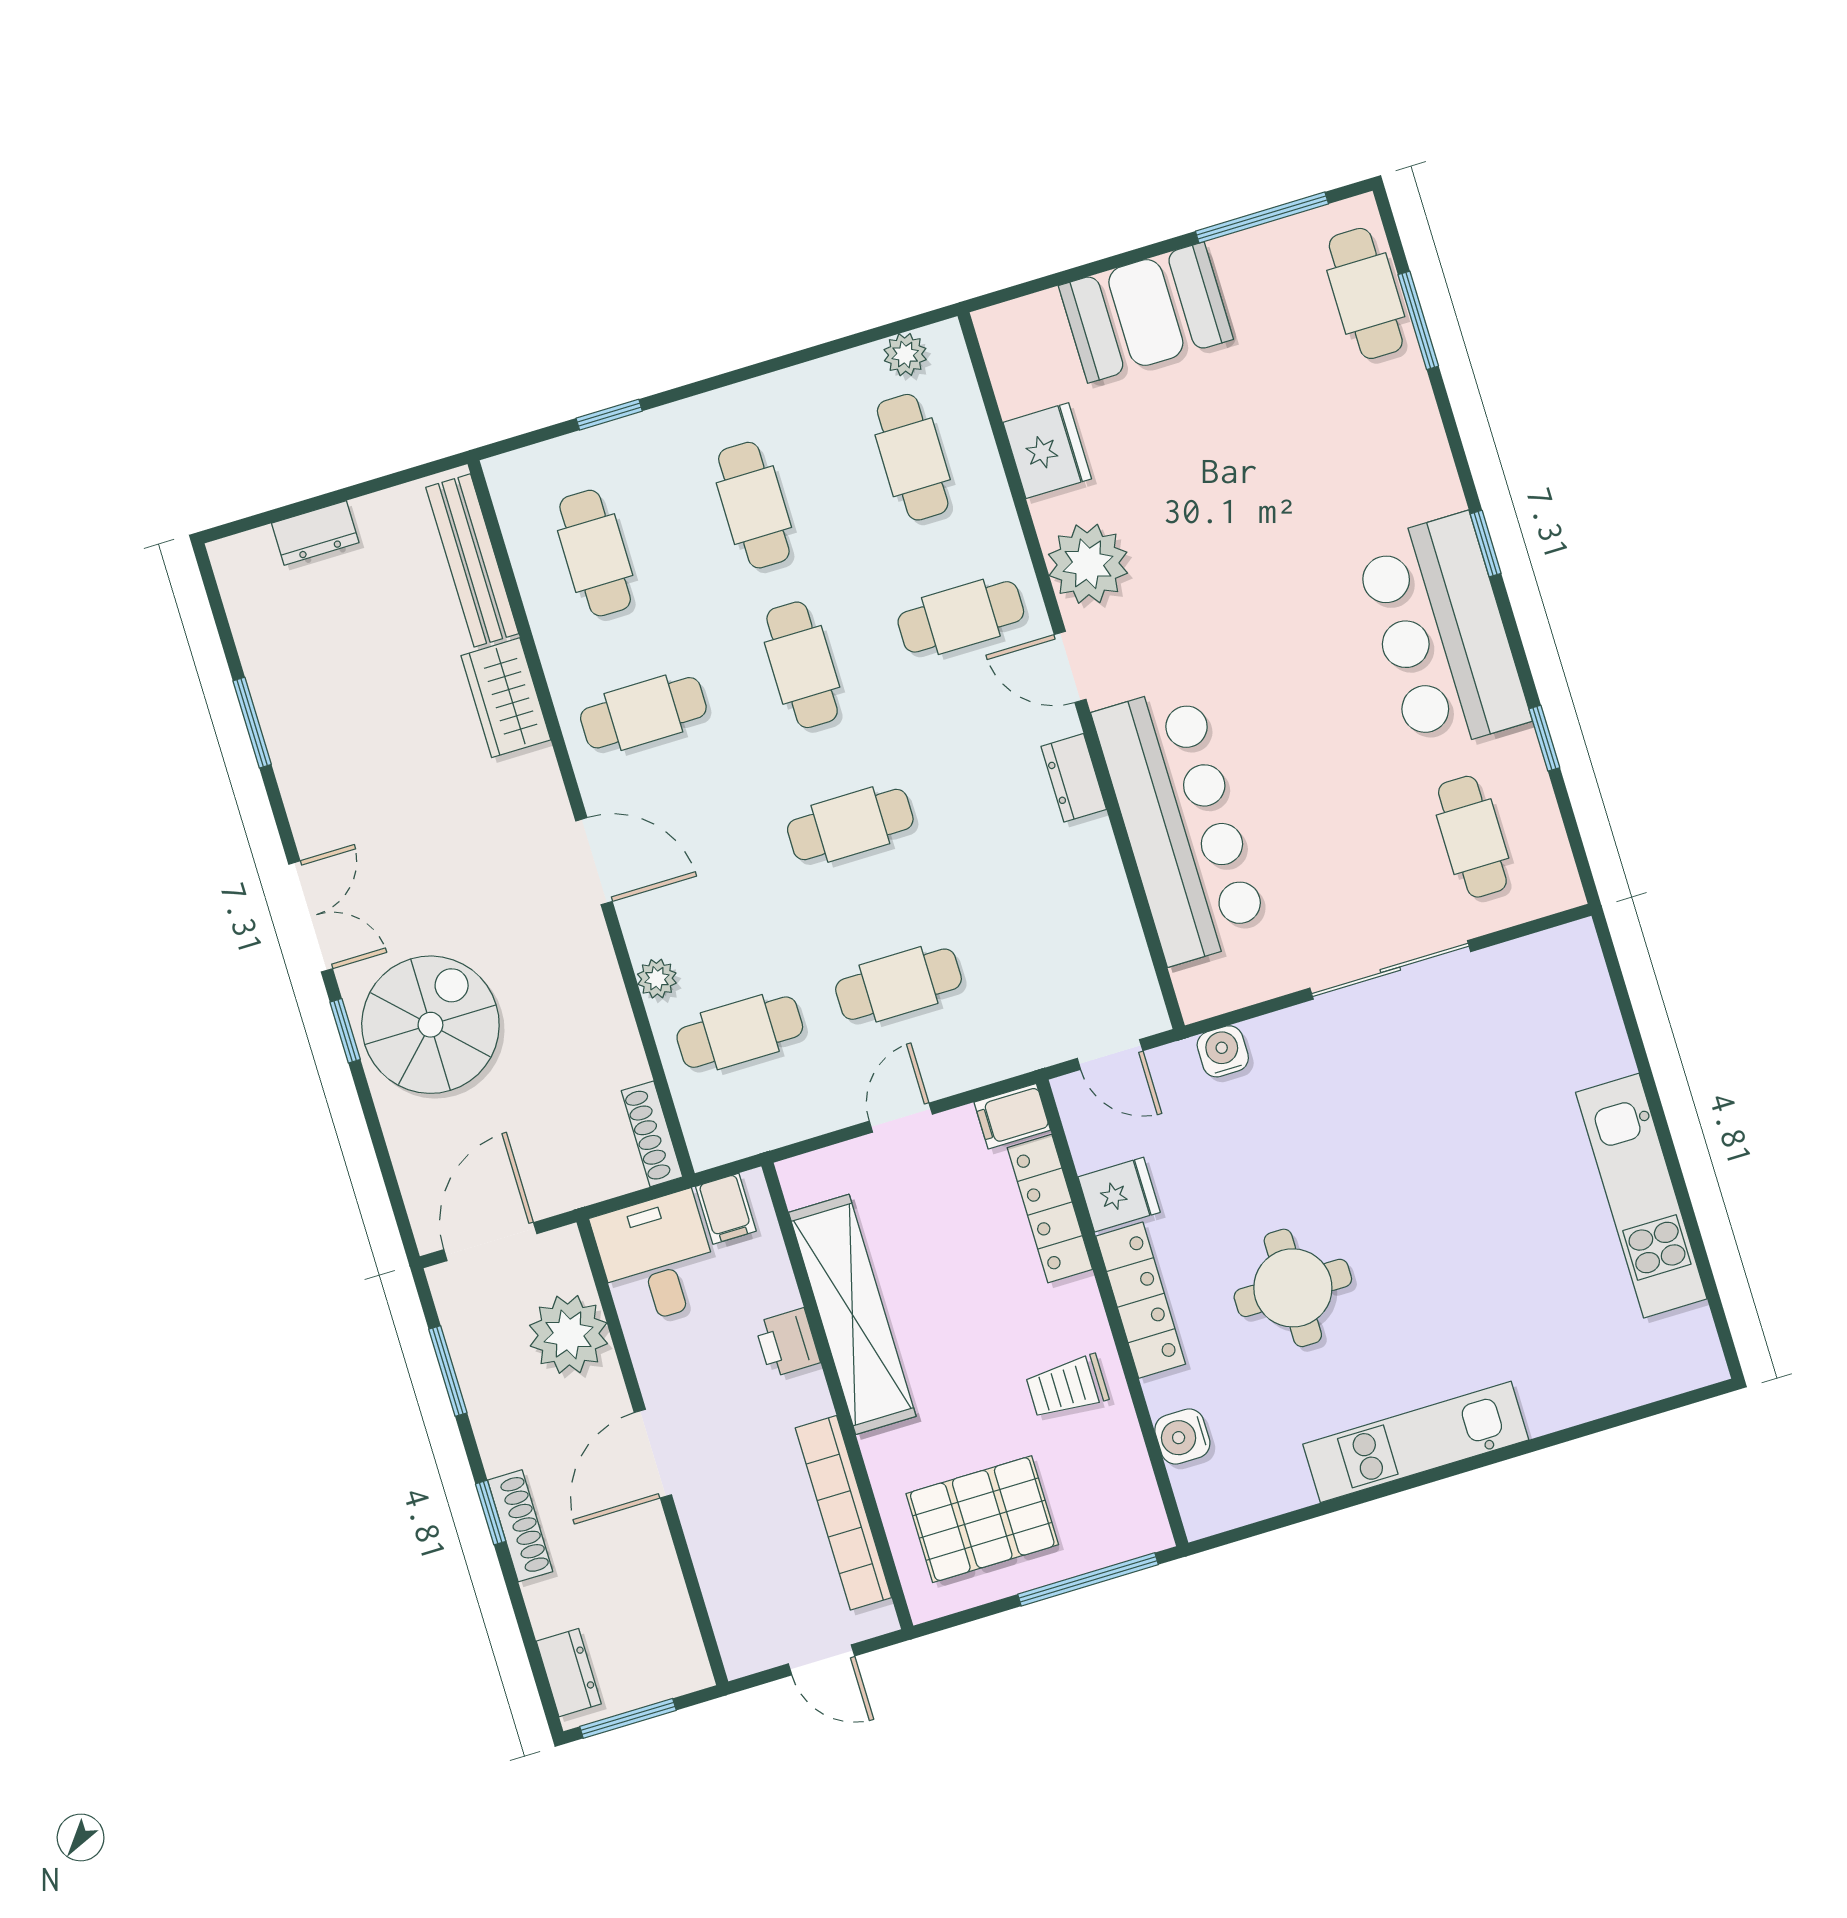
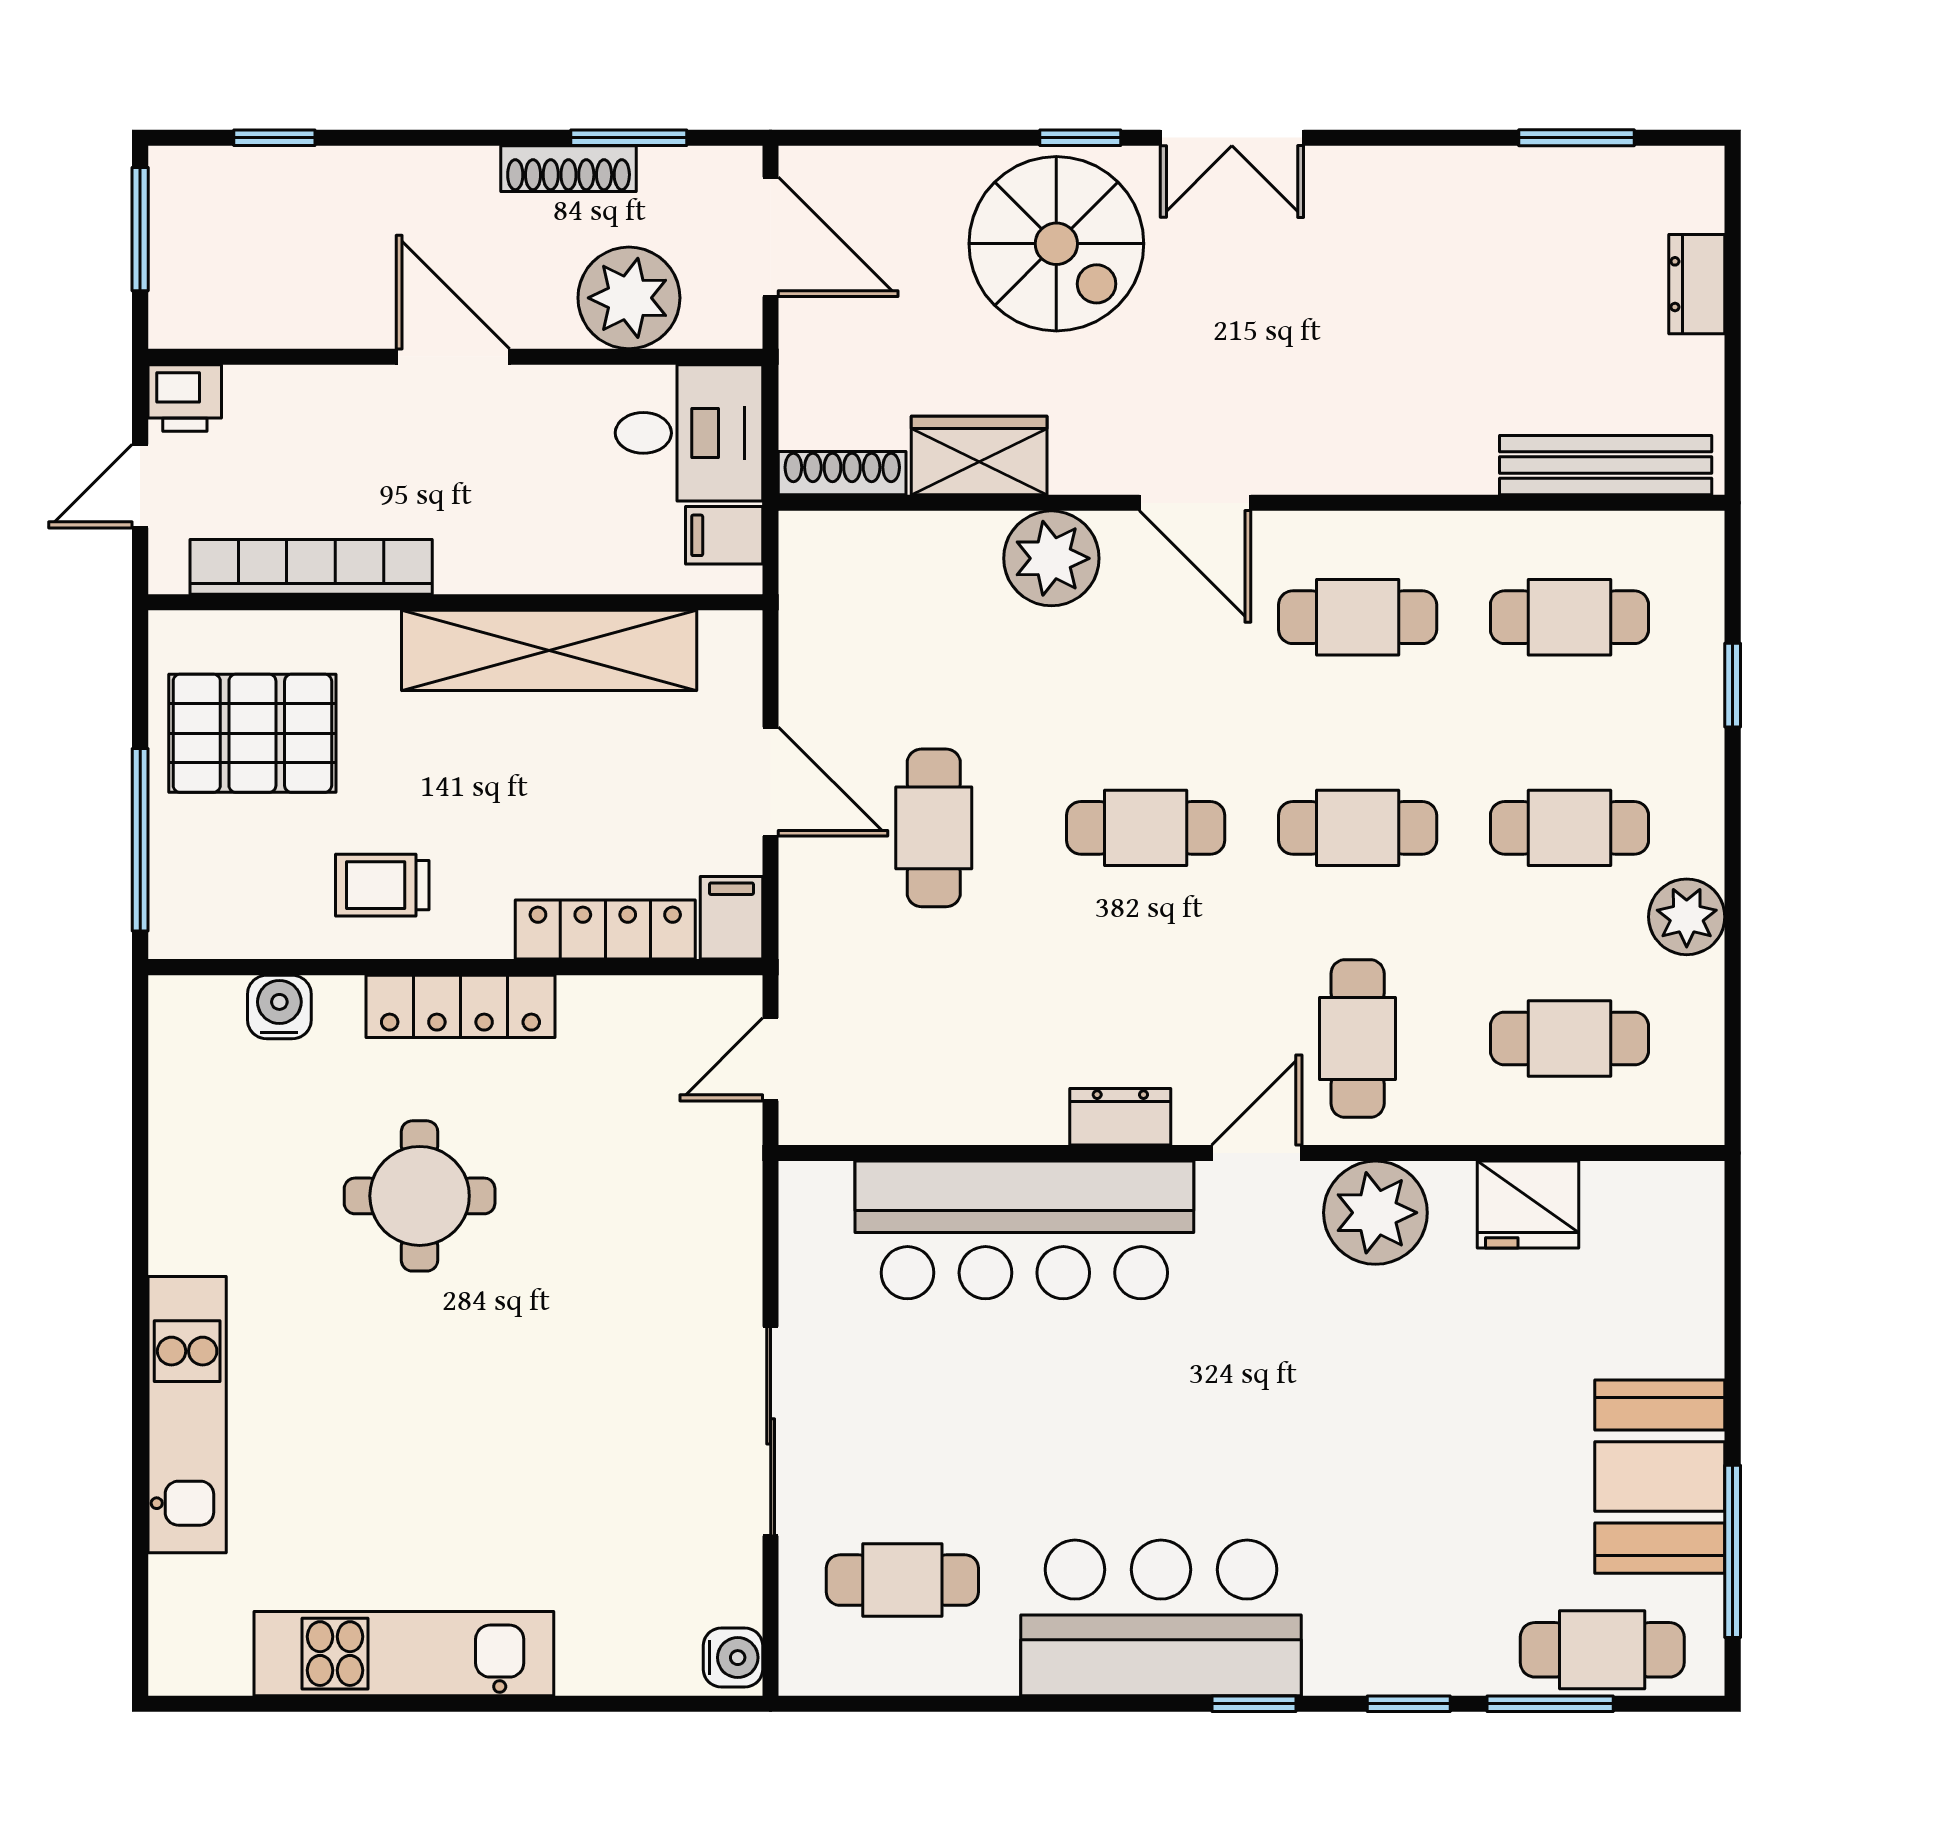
booth: (1146, 313) -> (1660, 1477), moved
plant: (905, 355) -> (1687, 917), moved, width x1.38, depth x1.38
wardrobe: (506, 698) -> (979, 455), moved
cafe table: (643, 713) -> (1358, 617), turned 90
window: (252, 723) -> (1576, 138), moved
window: (1544, 738) -> (1409, 1704), moved
cafe table: (850, 824) -> (1146, 828), turned 90
door: (594, 861) -> (1195, 503), hinge flipped
plant: (657, 979) -> (1051, 558), width x1.88, depth x1.88
cafe table: (740, 1032) -> (934, 617), removed
water cooler: (1223, 1051) -> (733, 1658), moved
door: (901, 1118) -> (771, 782), width x1.38
fridge: (1119, 1195) -> (597, 1019), removed
printer: (787, 1343) -> (185, 398), moved, turned 180
trolley: (1067, 1387) -> (382, 885), turned -90
kitchen unit: (1416, 1442) -> (187, 1415), moved
window: (491, 1513) -> (274, 138), moved
pallet: (982, 1519) -> (252, 733), turned 90
shoe rack: (520, 1526) -> (569, 169), moved
dresser: (569, 1673) -> (218, 174), removed

